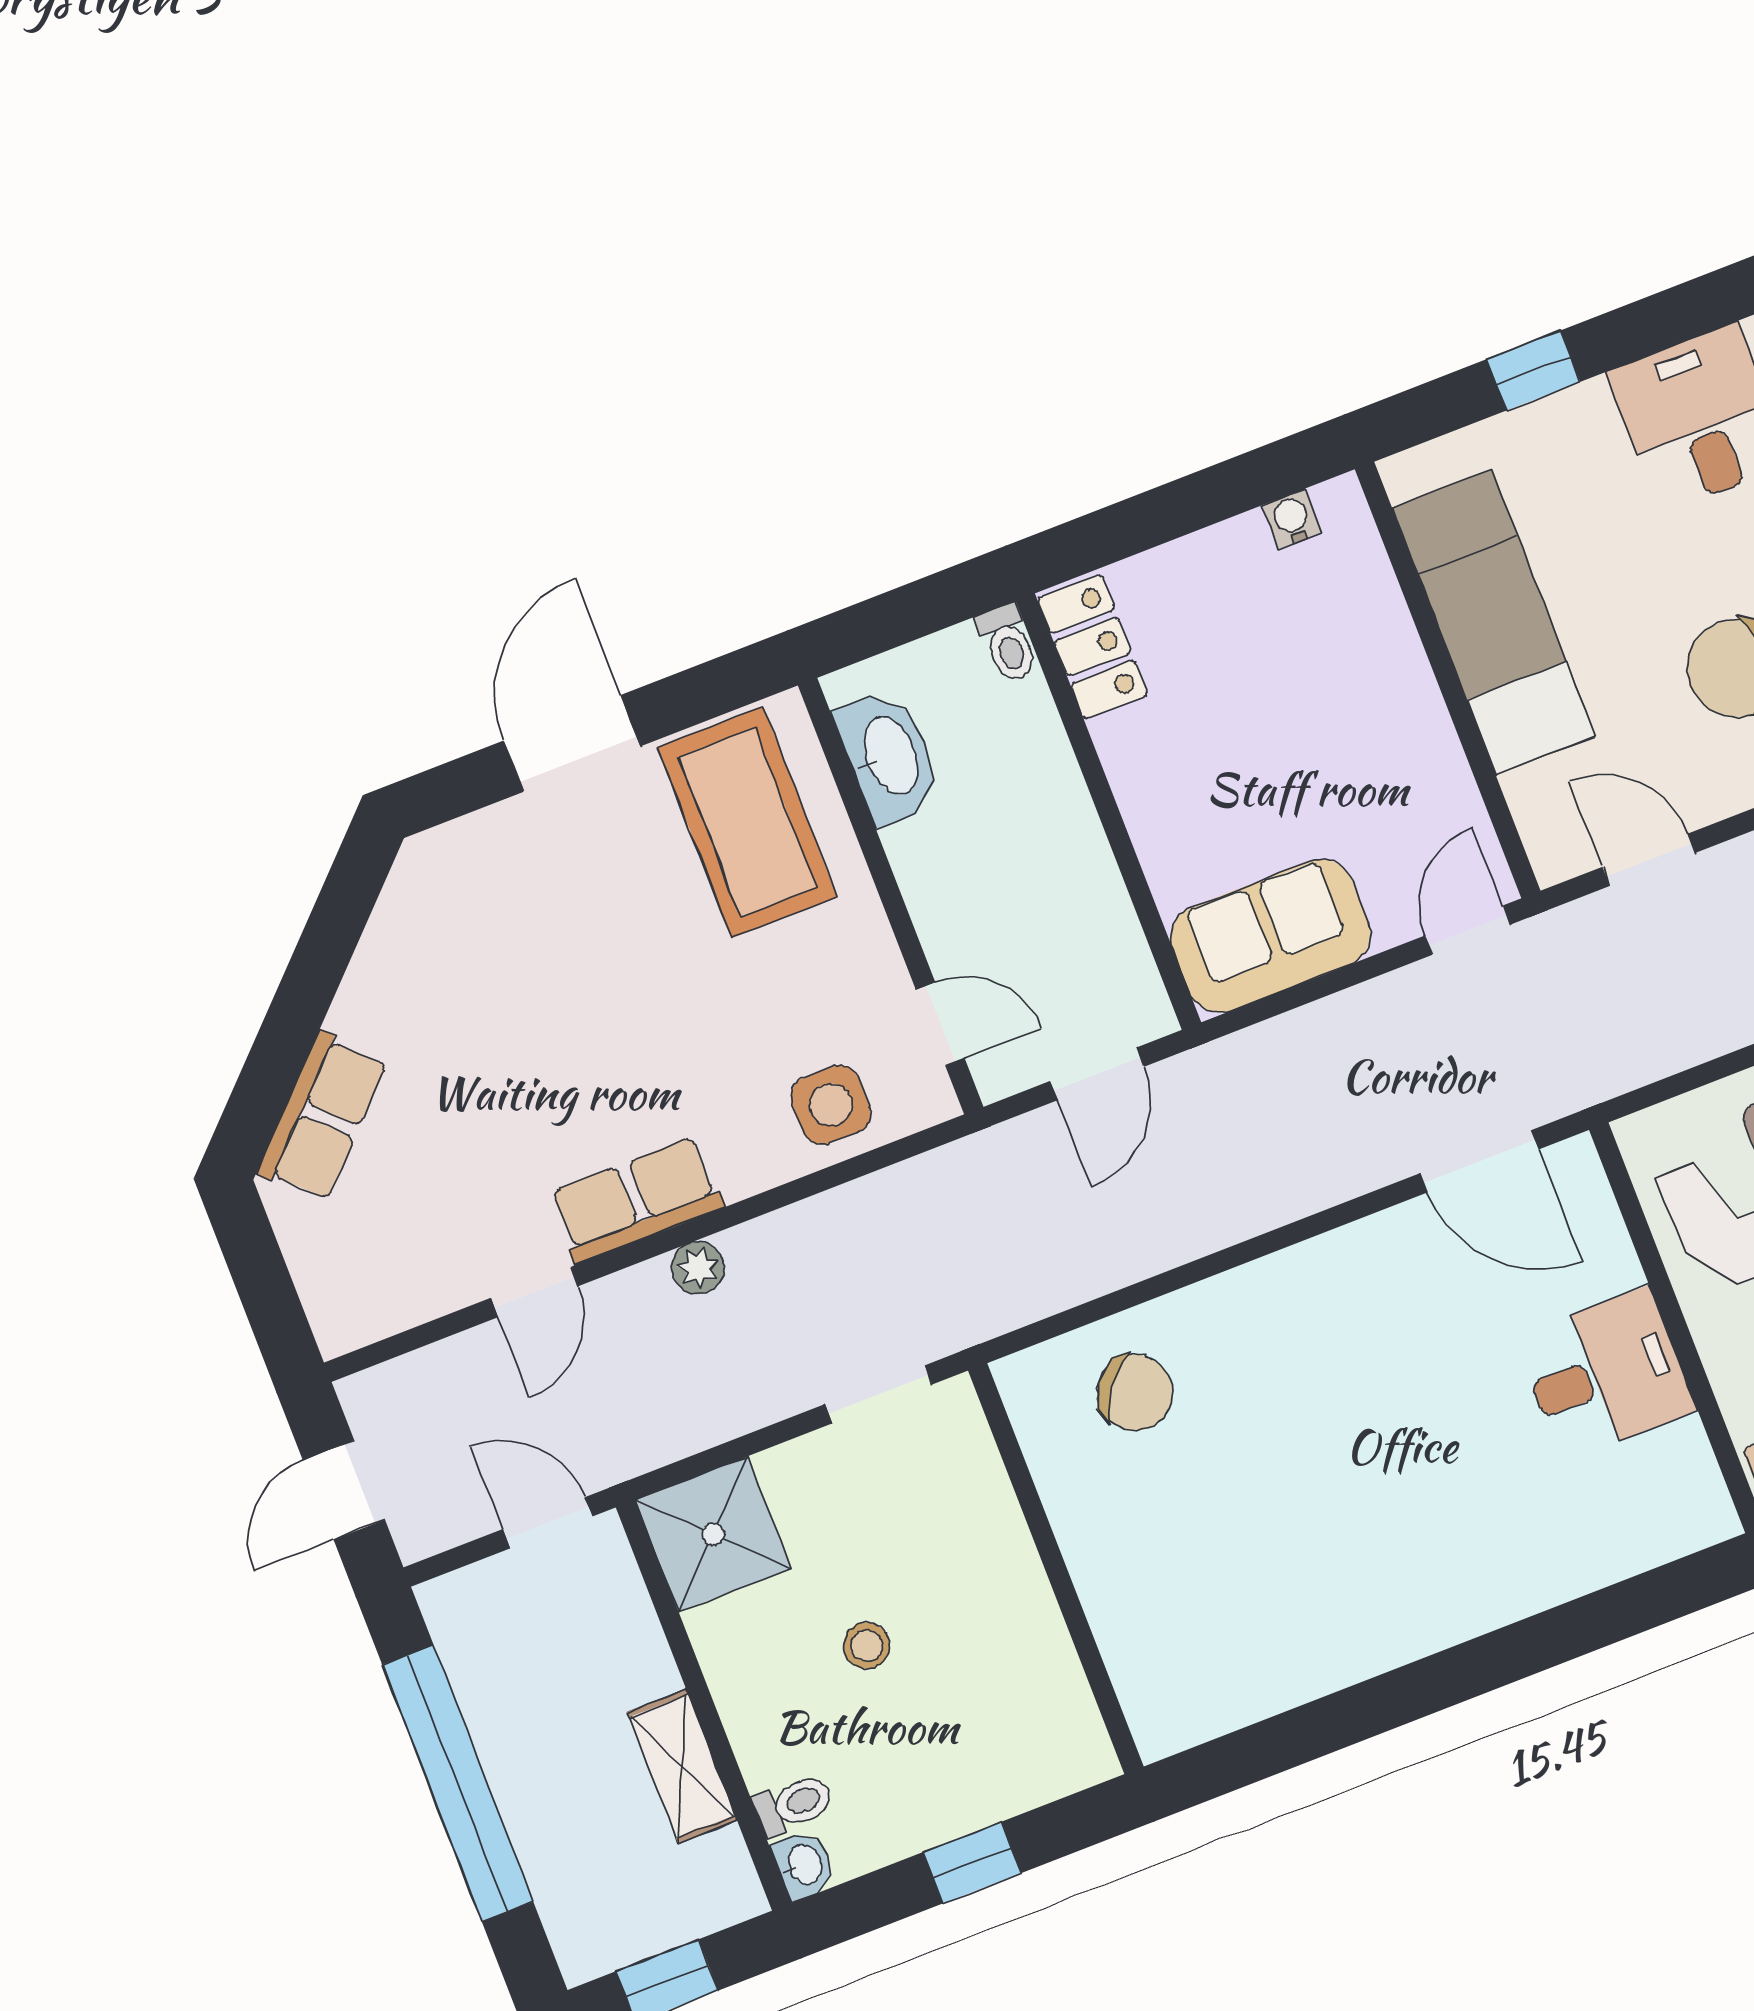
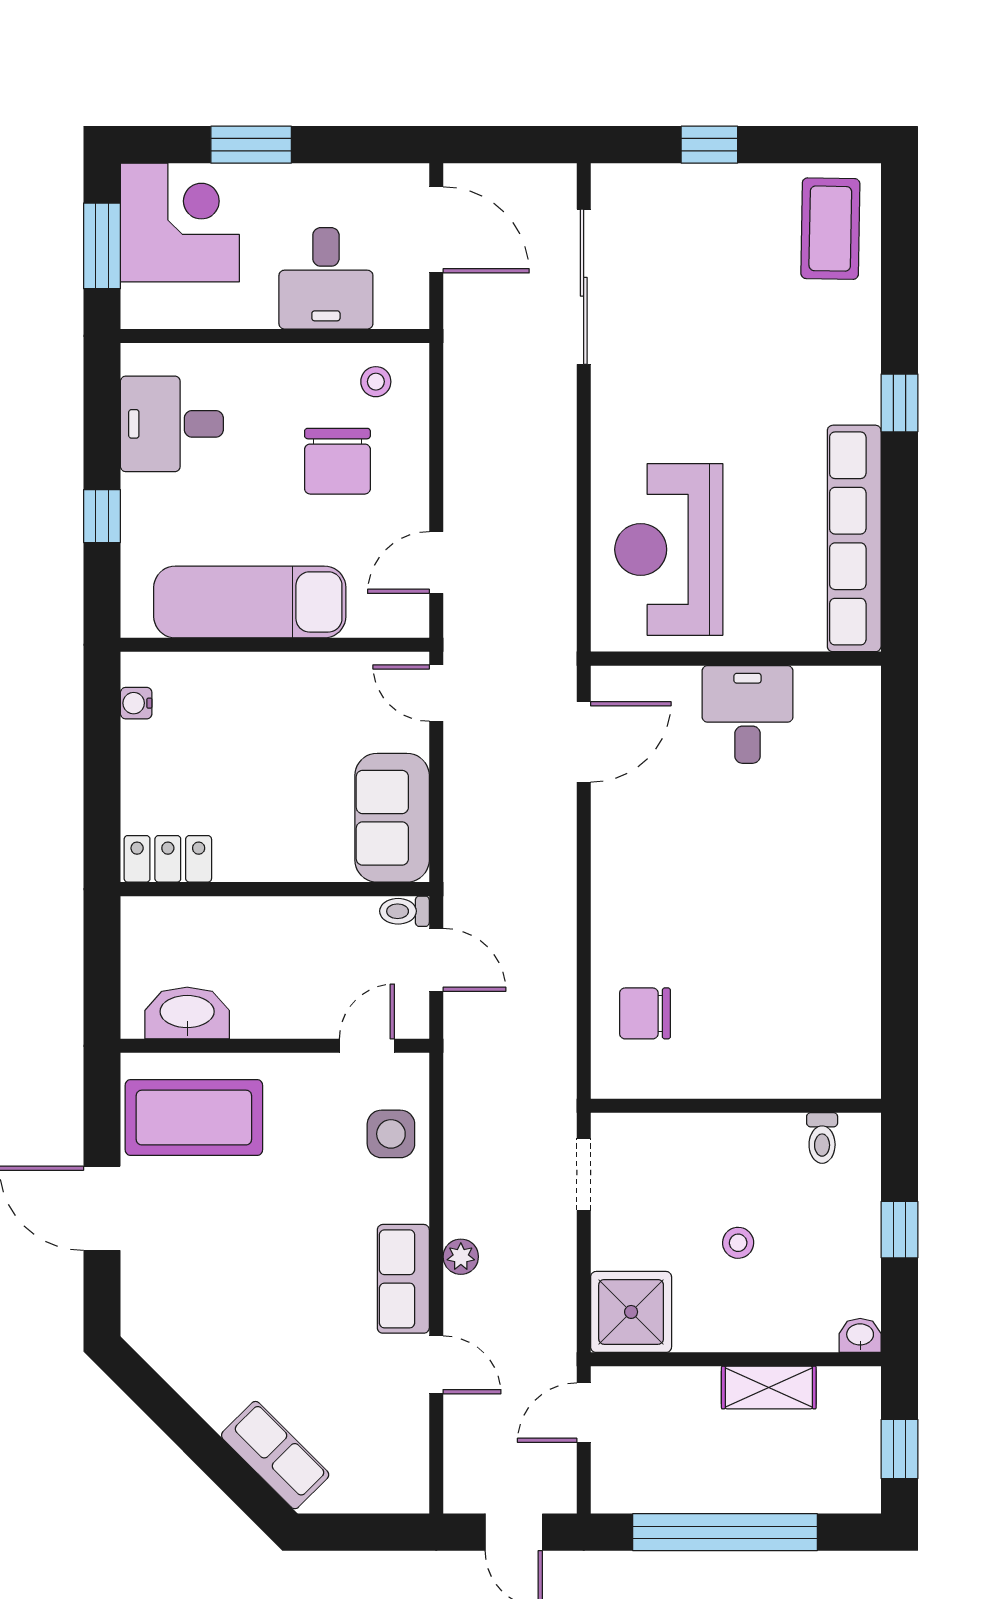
toilet: (1008, 643) -> (404, 911), moved, turned 180
chair: (1135, 1393) -> (645, 1013), turned -127
toilet: (794, 1805) -> (822, 1138), moved, turned 180

